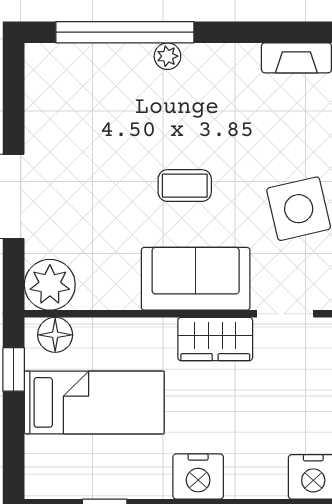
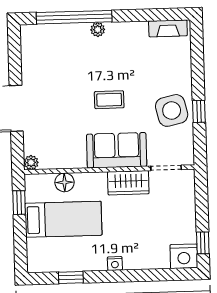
plant: (50, 285) -> (31, 163), width x0.53, depth x0.53
floor lamp: (55, 335) -> (64, 182), moved
nightstand: (198, 476) -> (115, 264), width x0.53, depth x0.56

